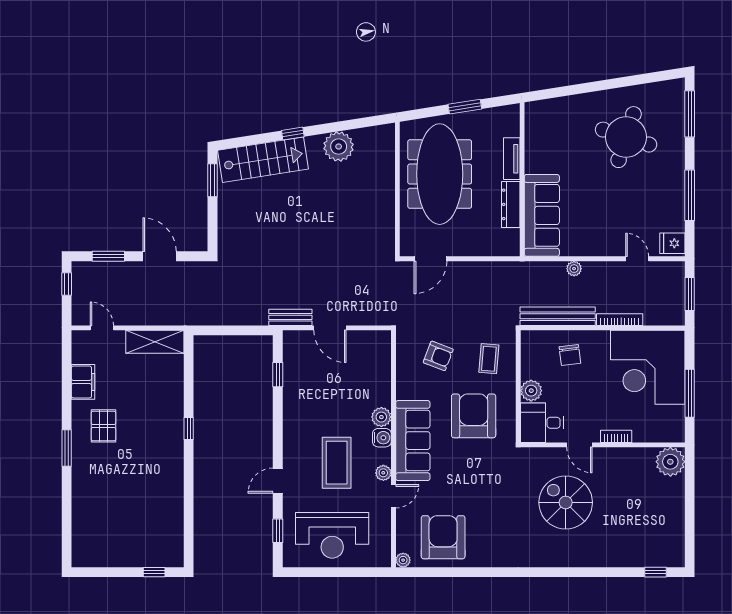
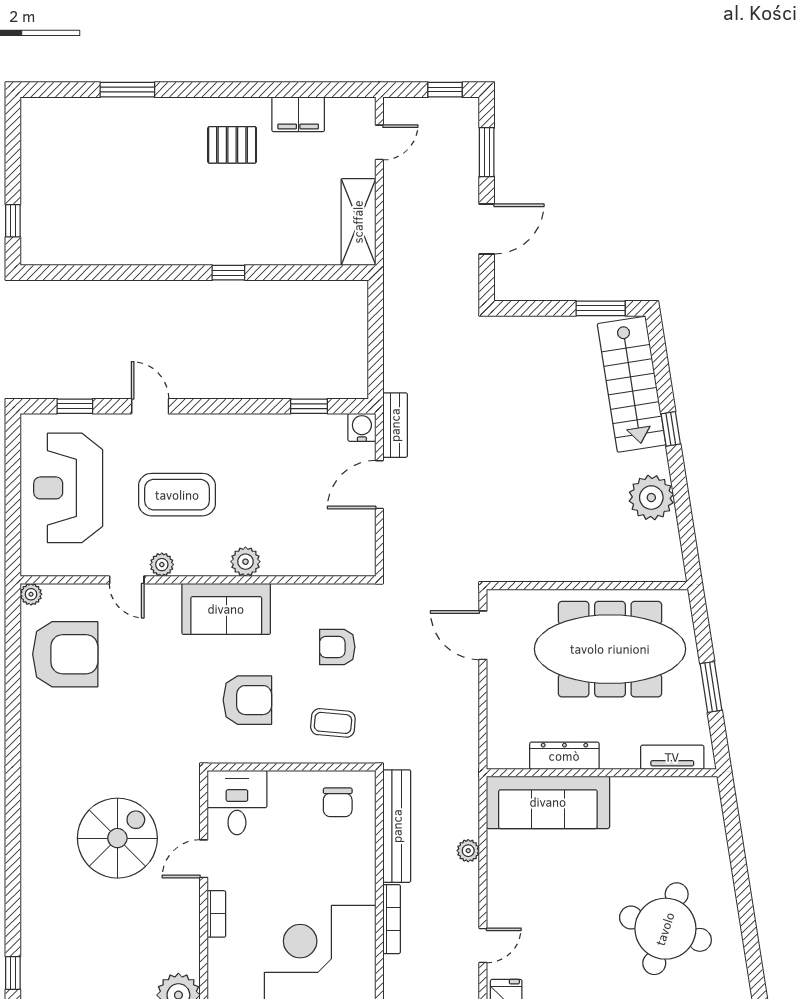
tv unit: (512, 159) -> (672, 757), moved
chair: (570, 355) -> (338, 802), moved, turned -83
armchair: (438, 356) -> (337, 647), turned 69
plant: (531, 391) -> (285, 786), removed
armchair: (474, 416) -> (247, 700), width x0.73, depth x0.73
water cooler: (382, 438) -> (362, 427), moved, turned 180
sofa: (413, 441) -> (226, 609), width x0.73
window: (67, 448) -> (127, 90), moved

